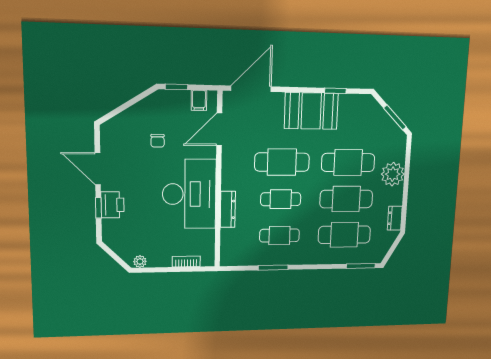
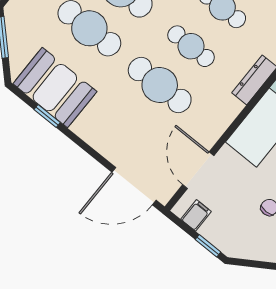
booth: (311, 111) -> (55, 88), moved
door: (219, 129) -> (198, 170), swing flipped

